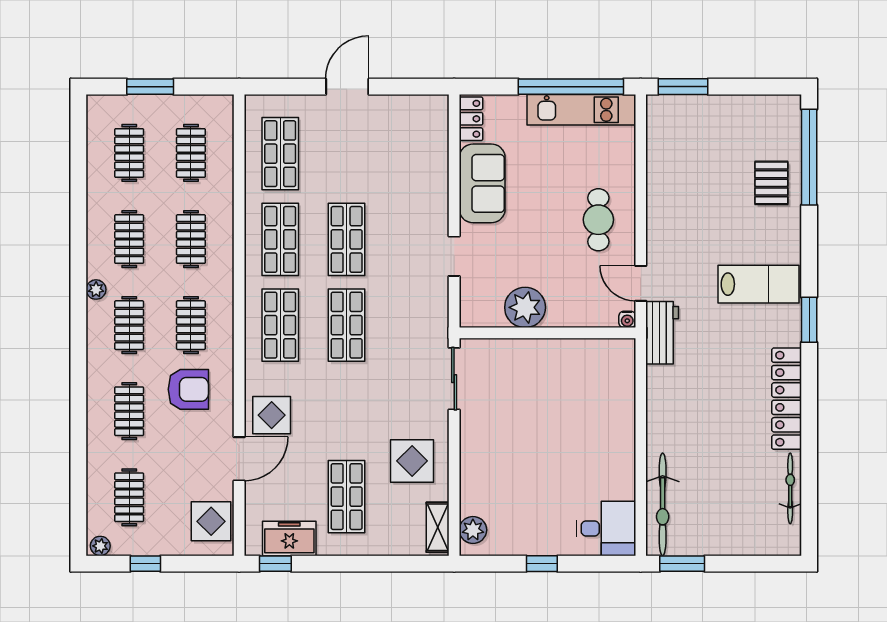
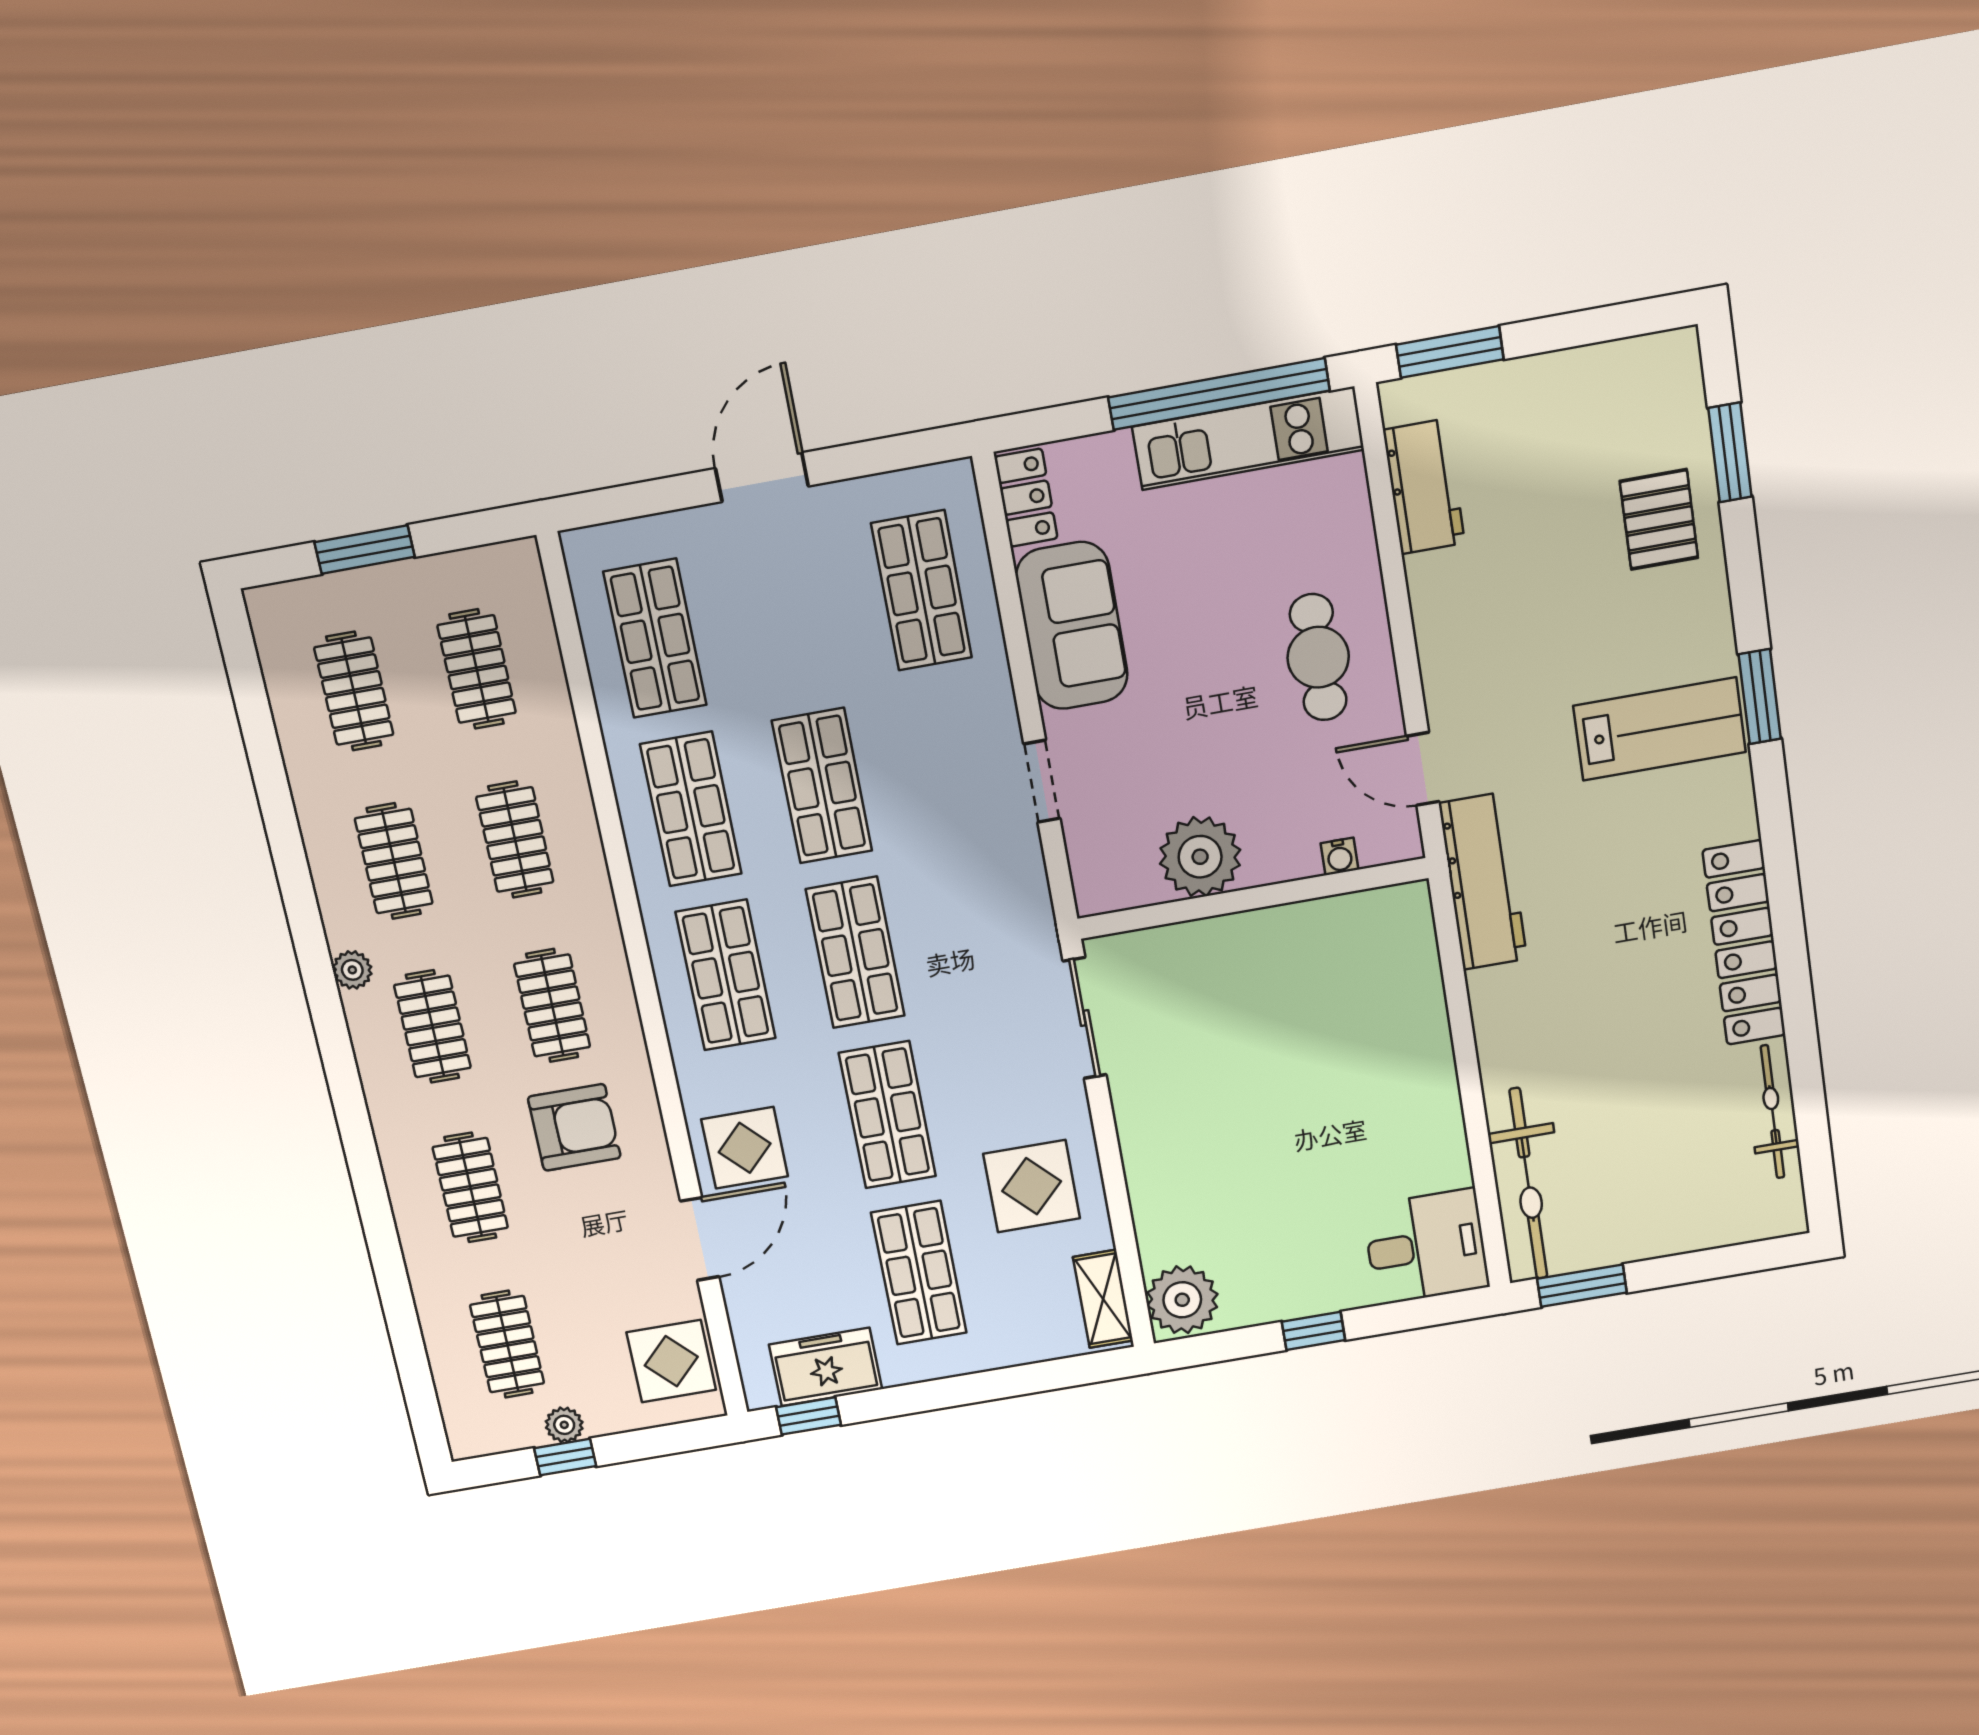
workbench: (662, 147) -> (1424, 487), added
shop shelf: (413, 154) -> (922, 590), added
window: (809, 157) -> (1730, 453), width x0.47
water cooler: (627, 319) -> (1340, 856), moved
window: (809, 320) -> (1760, 697), moved
workbench: (662, 333) -> (1483, 881), width x1.38
shop shelf: (347, 411) -> (887, 1115), added
plant: (473, 530) -> (1182, 1300), width x1.36, depth x1.36
plant: (100, 546) -> (564, 1425), moved

